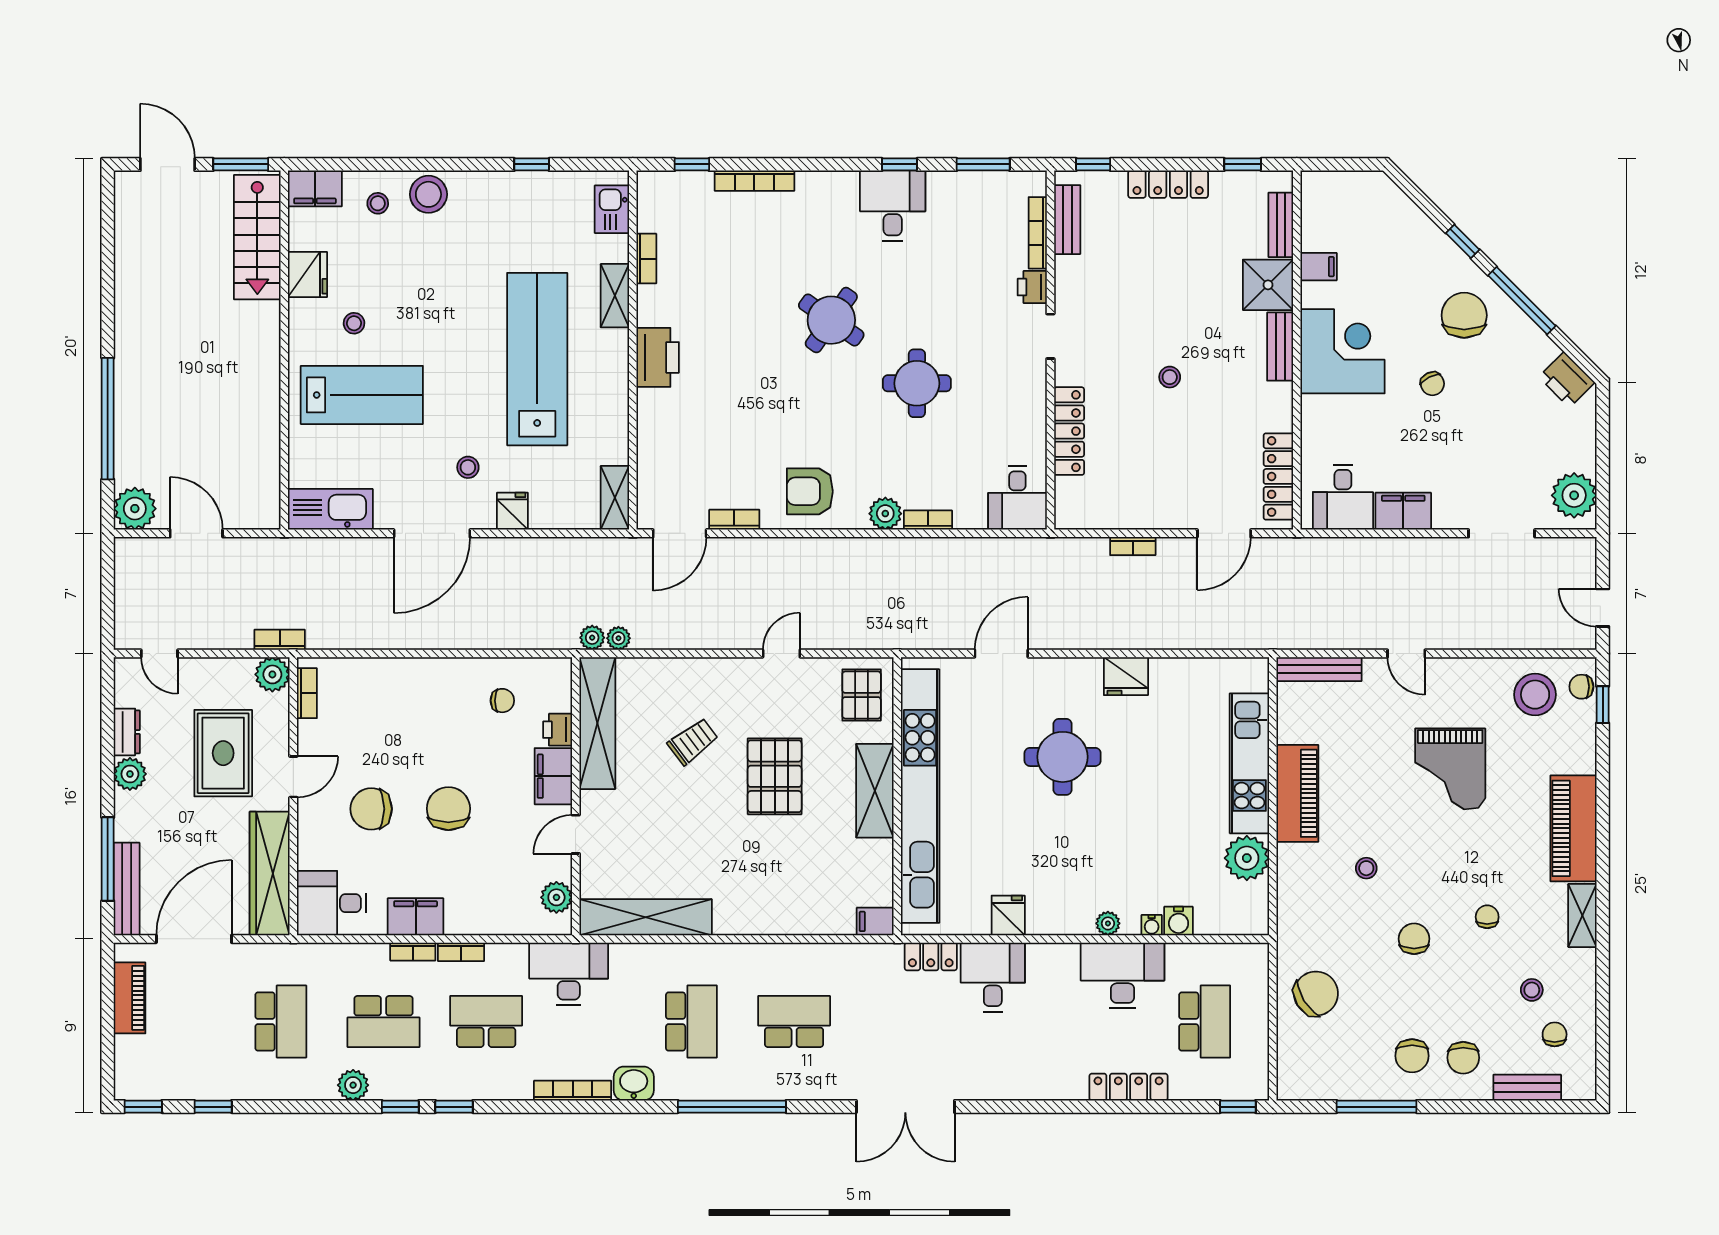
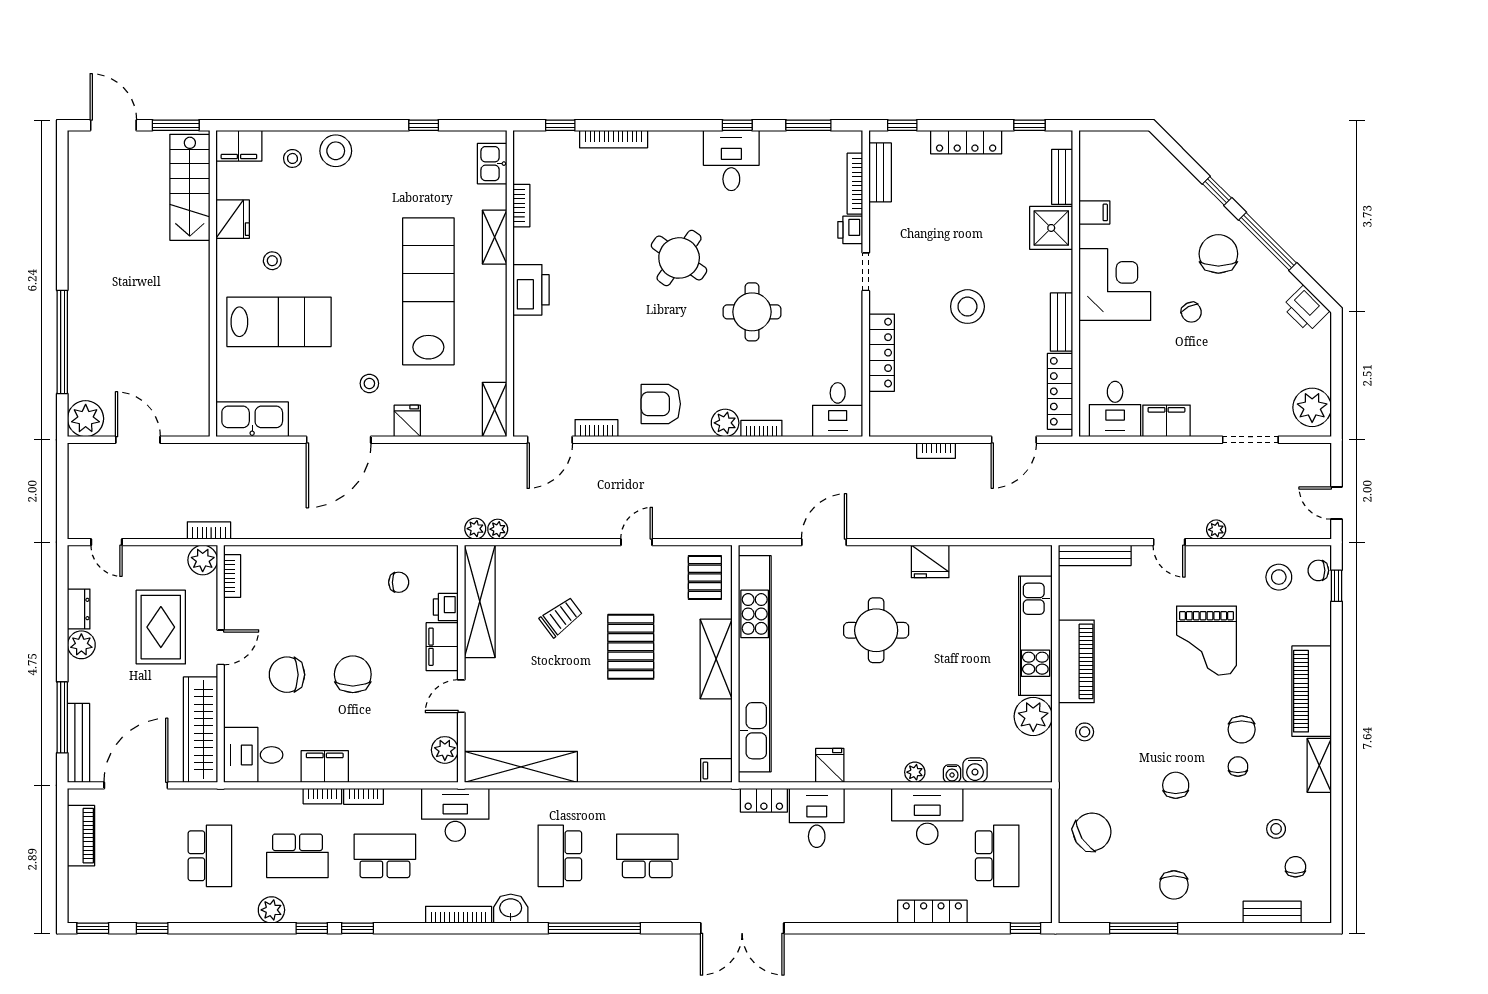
bench: (1280, 347) -> (1062, 322), moved
stool: (1170, 377) -> (967, 307), width x1.89, depth x1.89
plant: (1462, 639) -> (1216, 530), added
stool: (1535, 695) -> (1279, 577), width x0.73, depth x0.73
stool: (1366, 868) -> (1085, 732), moved
school desk: (691, 1022) -> (560, 856), turned 180
chair: (1463, 1058) -> (1242, 729), moved

